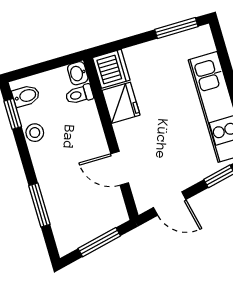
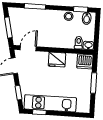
window: (176, 28) -> (94, 83), moved
fridge: (121, 103) -> (57, 60), moved
door: (120, 168) -> (28, 48), moved

